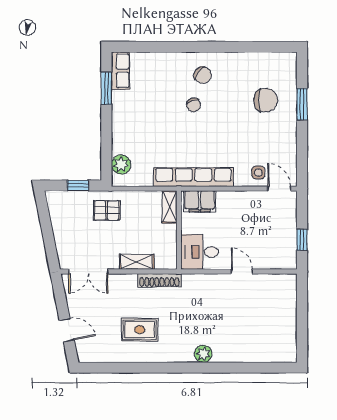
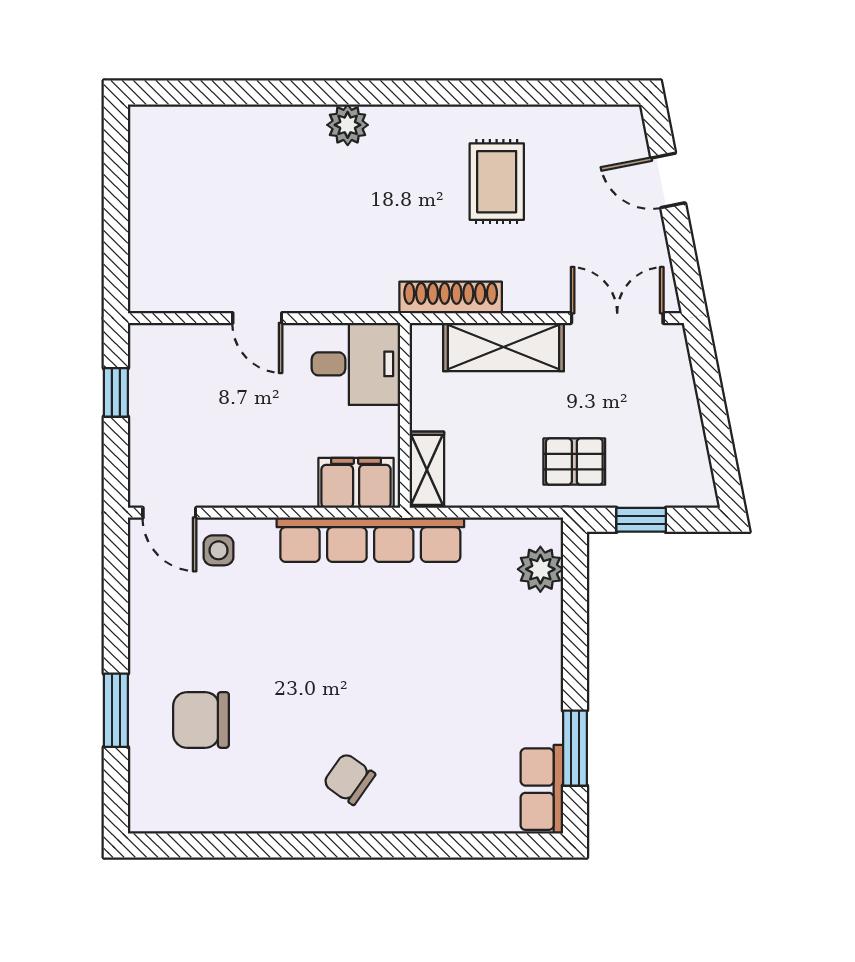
chair: (194, 105) -> (370, 709), removed
shelving: (137, 262) -> (504, 347), width x1.50, depth x1.33
rug: (140, 330) -> (497, 182), turned 90

